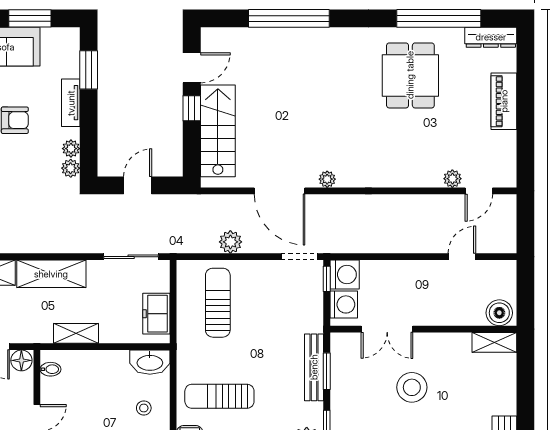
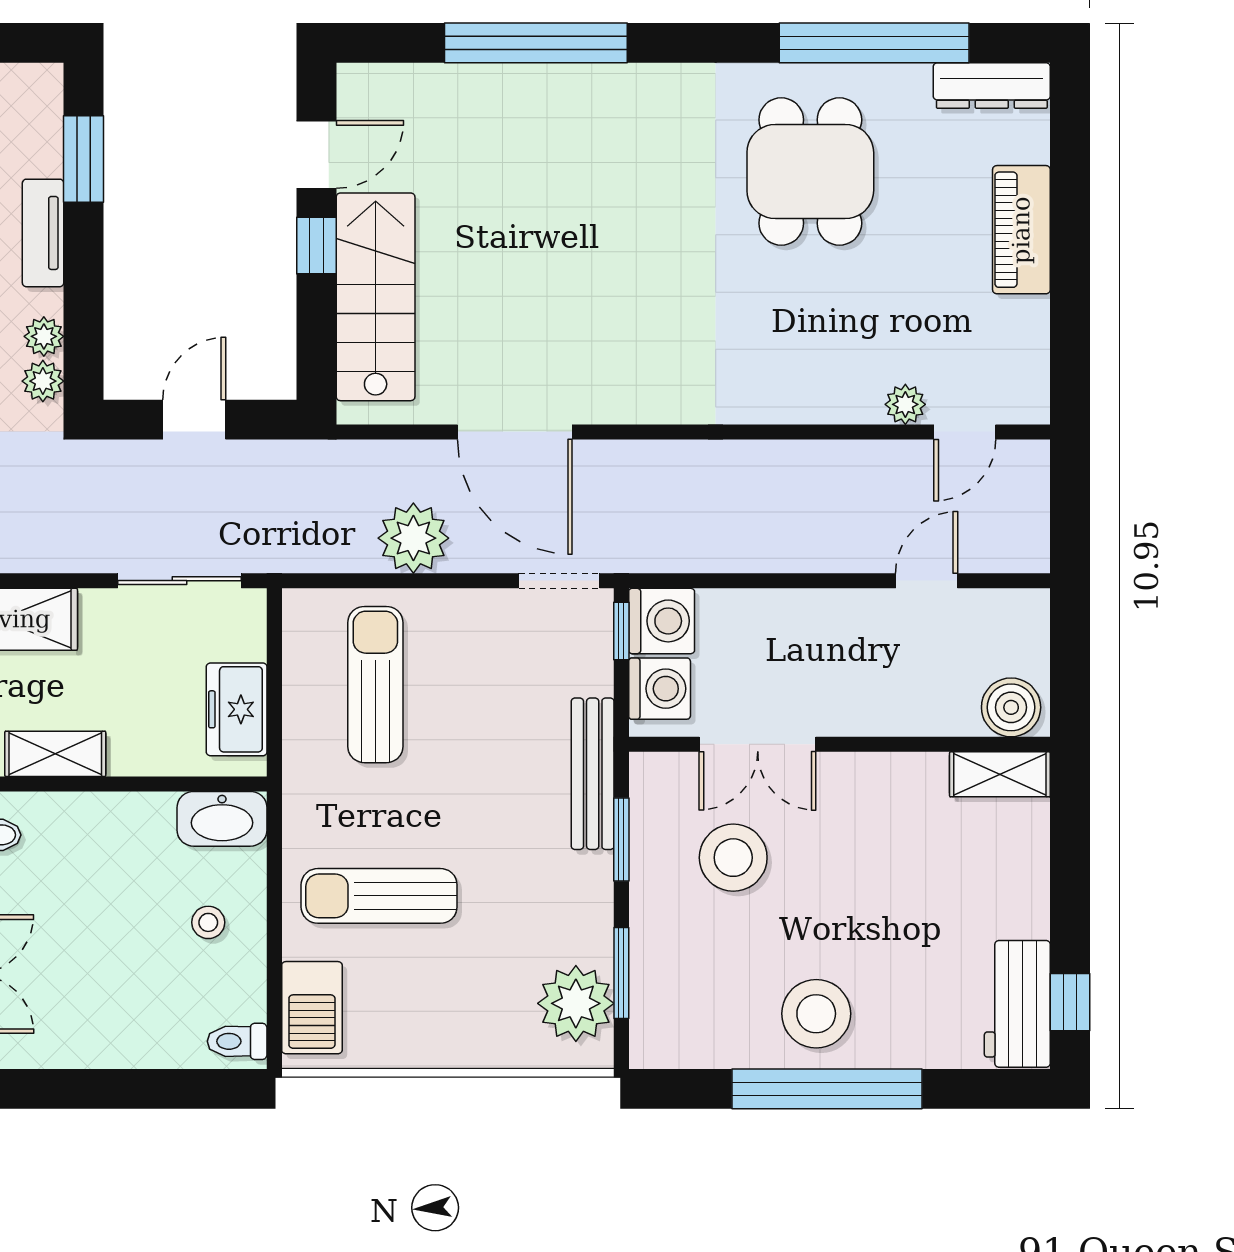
plant: (327, 179) -> (622, 406), removed
plant: (230, 242) -> (413, 538), width x1.36, depth x1.36
bench: (314, 367) -> (593, 774), moved
stool: (412, 387) -> (733, 858), moved

